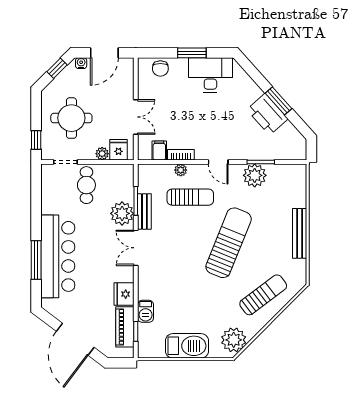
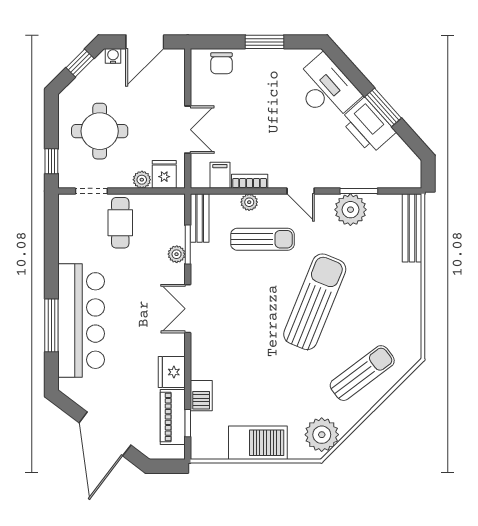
desk: (210, 75) -> (326, 89), moved, turned 48
bench: (144, 212) -> (200, 218), moved
plant: (122, 213) -> (177, 254), width x0.53, depth x0.53
bench: (300, 233) -> (412, 228), moved

